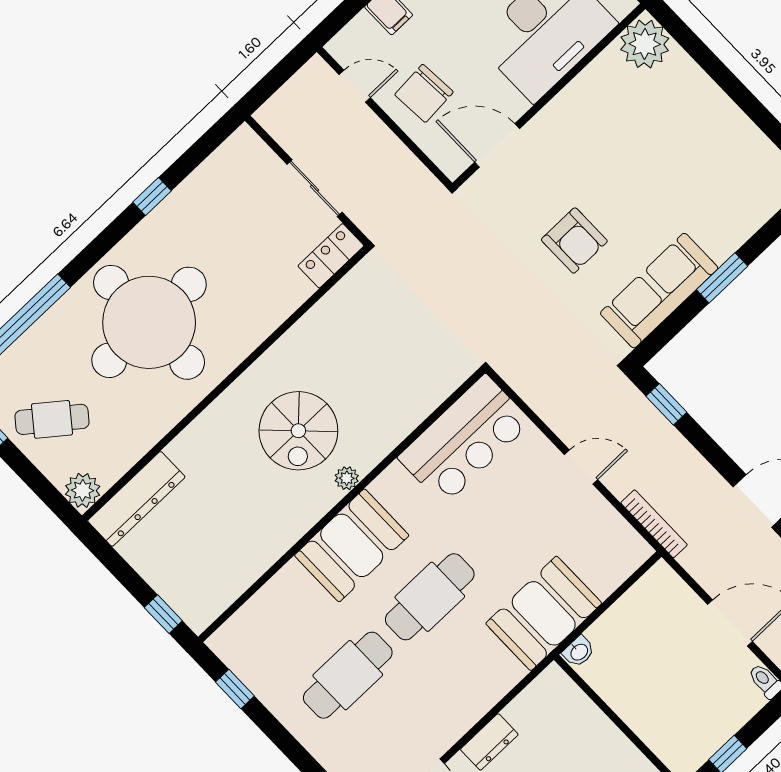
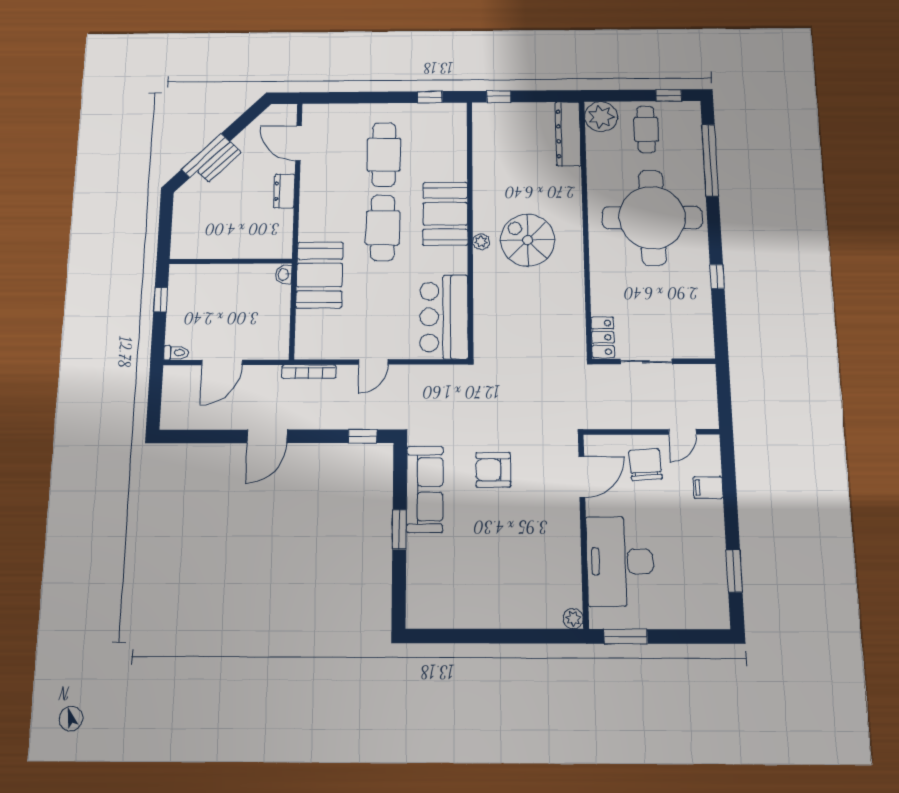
plant: (645, 44) -> (573, 619), width x0.53, depth x0.53
cafe table: (52, 419) -> (646, 129), turned -38
plant: (83, 490) -> (601, 117), width x1.36, depth x1.36

